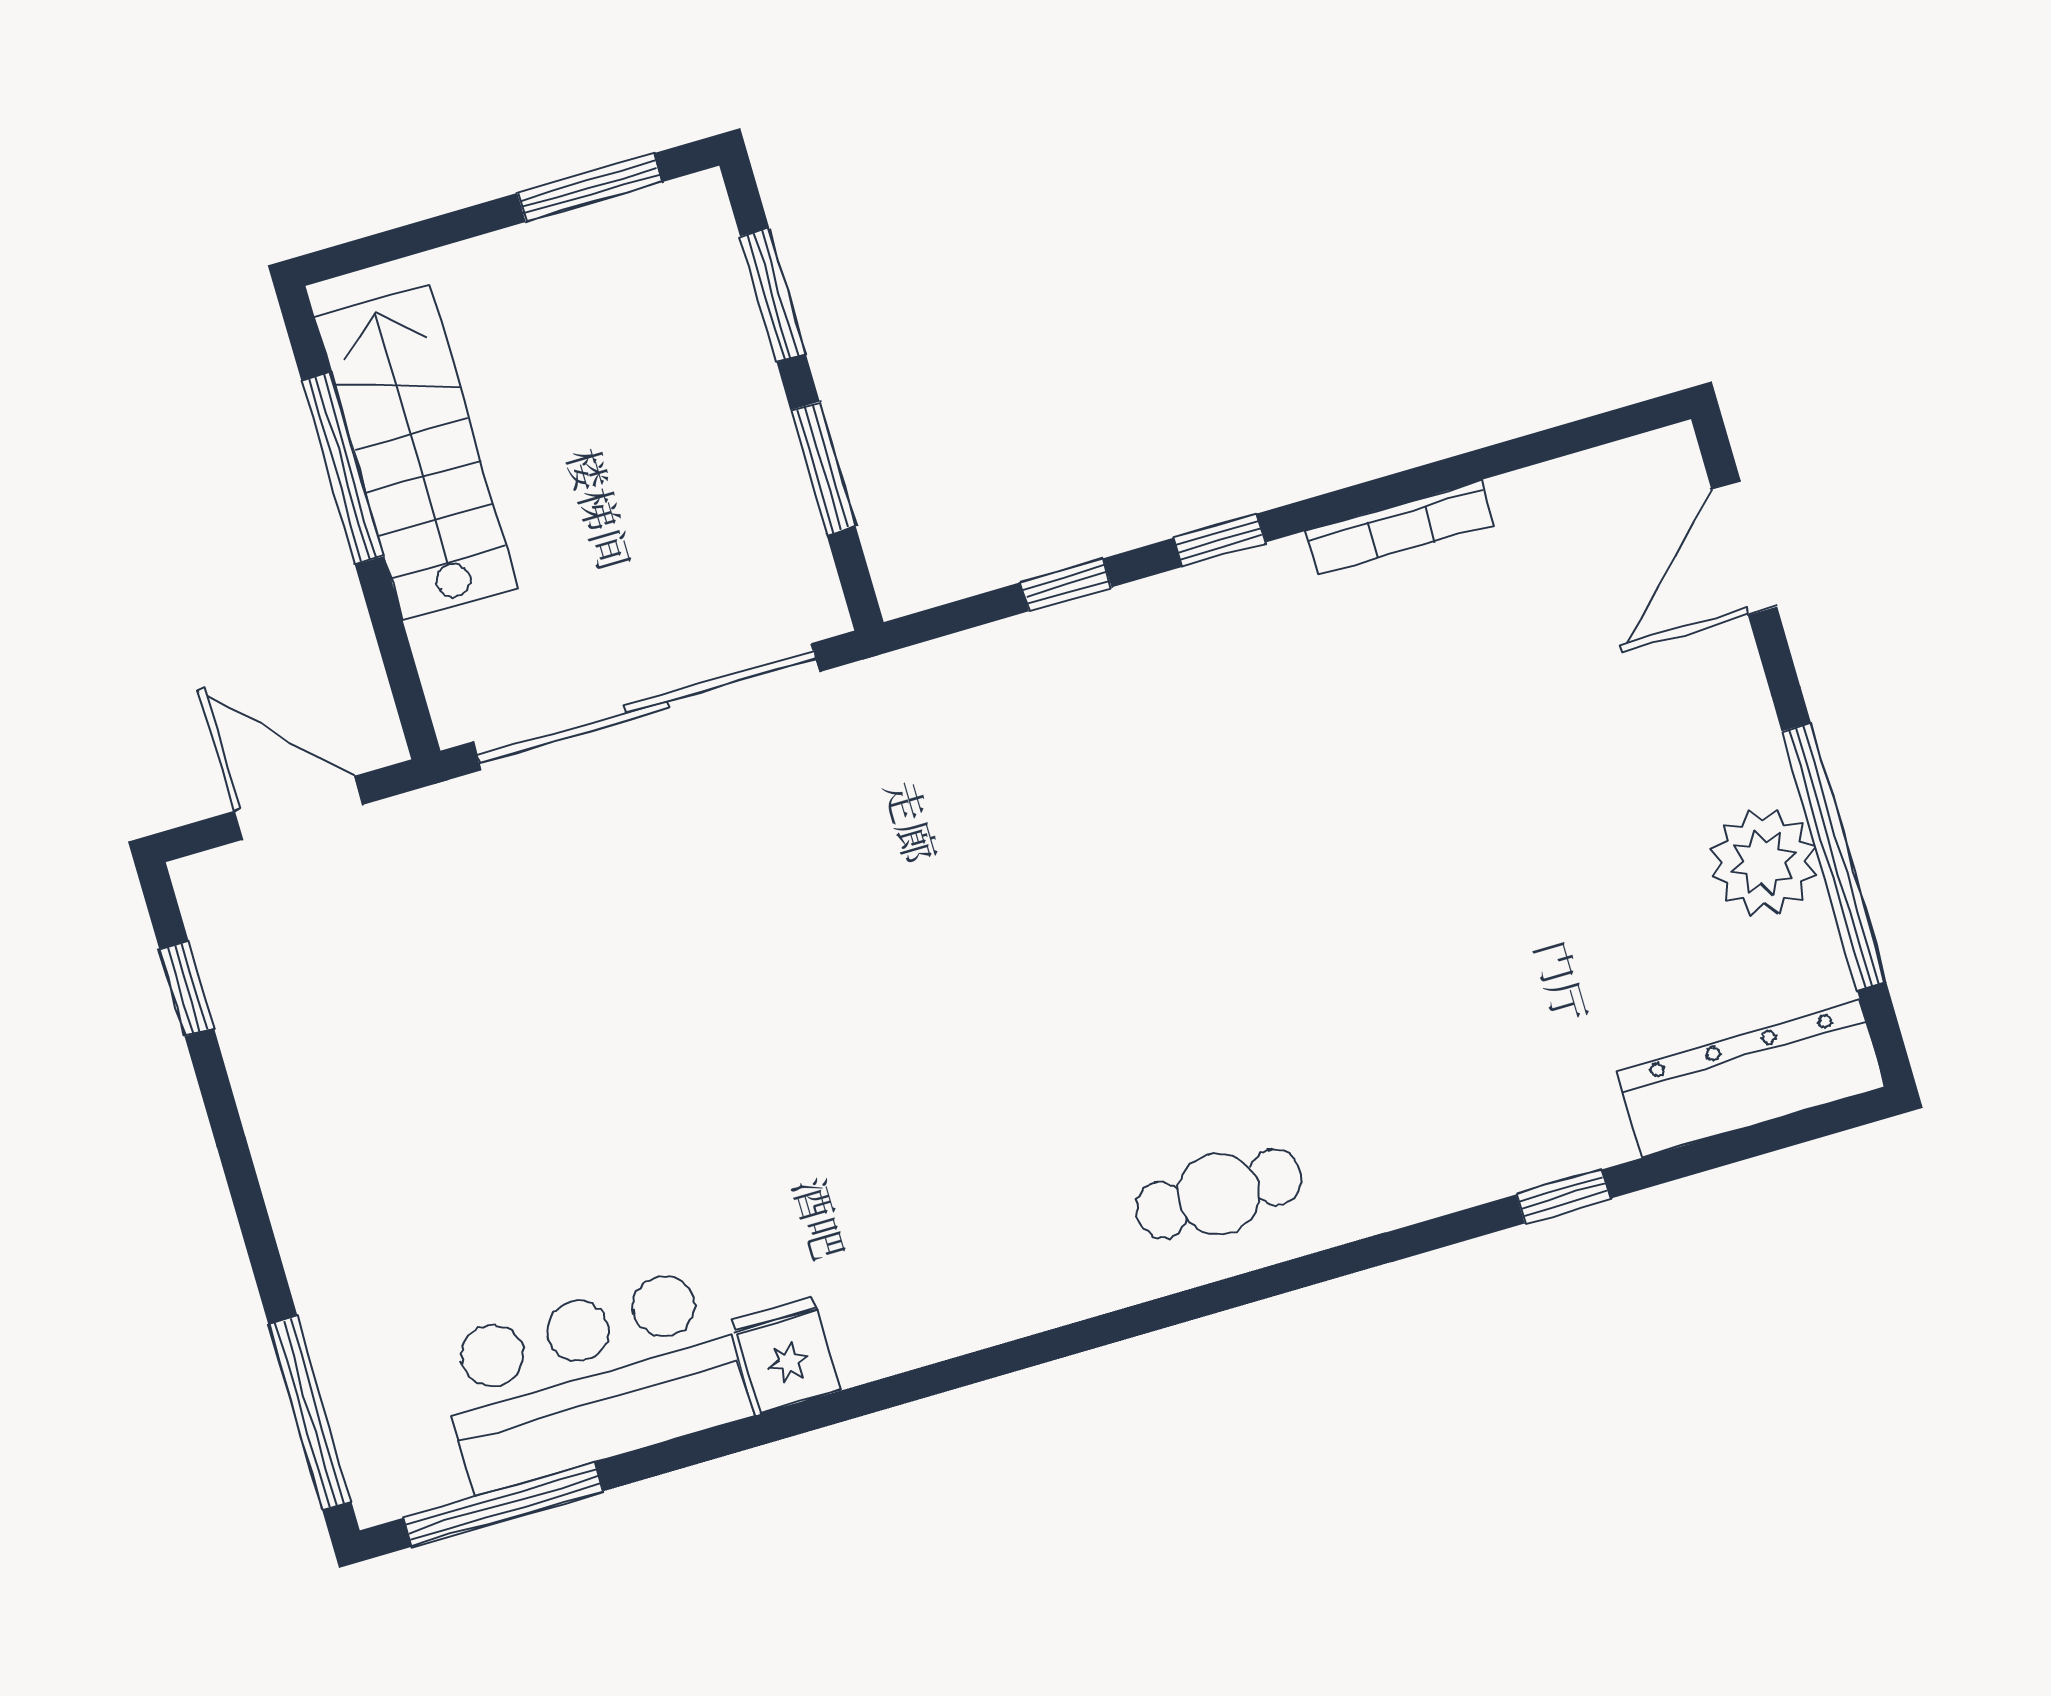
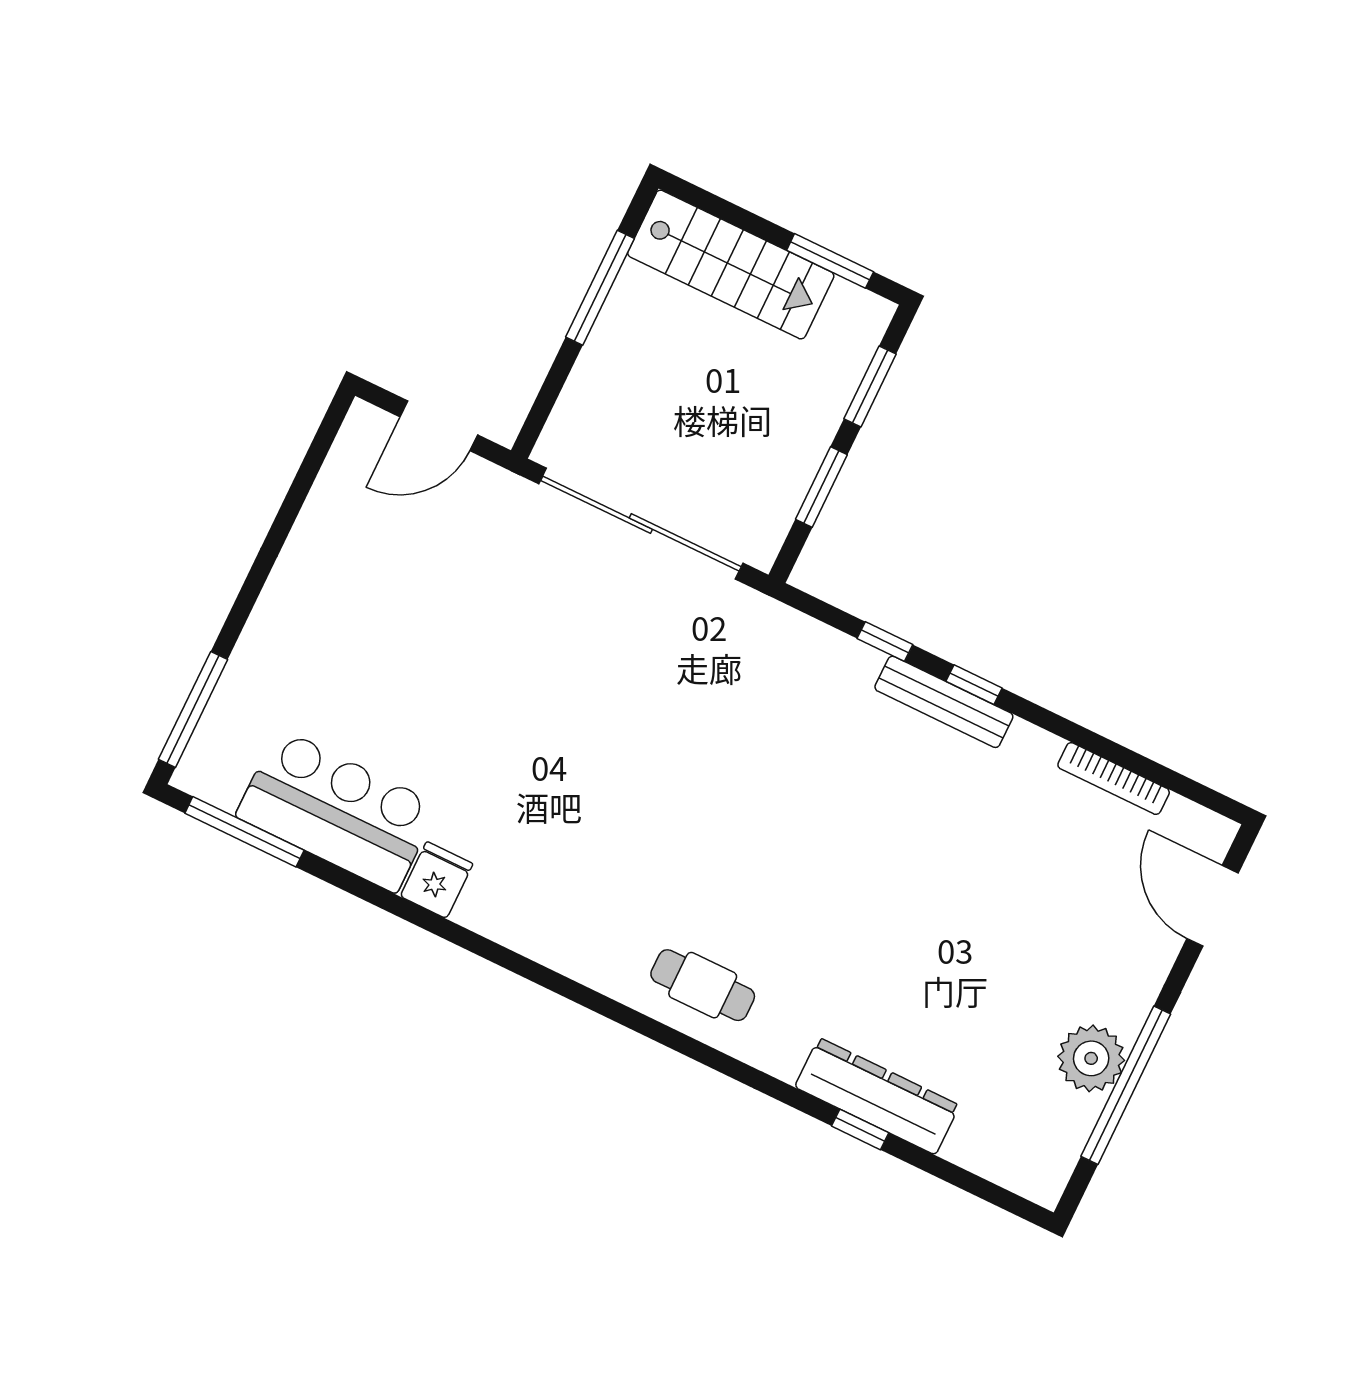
stairs: (416, 453) -> (731, 265), moved, turned 90
bookcase: (1400, 528) -> (1114, 779), moved
door: (1744, 548) -> (1213, 906), hinge flipped
bench: (1202, 593) -> (944, 702), added
door: (298, 808) -> (439, 426), swing flipped
window: (187, 988) -> (312, 463), removed
dresser: (1751, 1079) -> (877, 1096), moved

